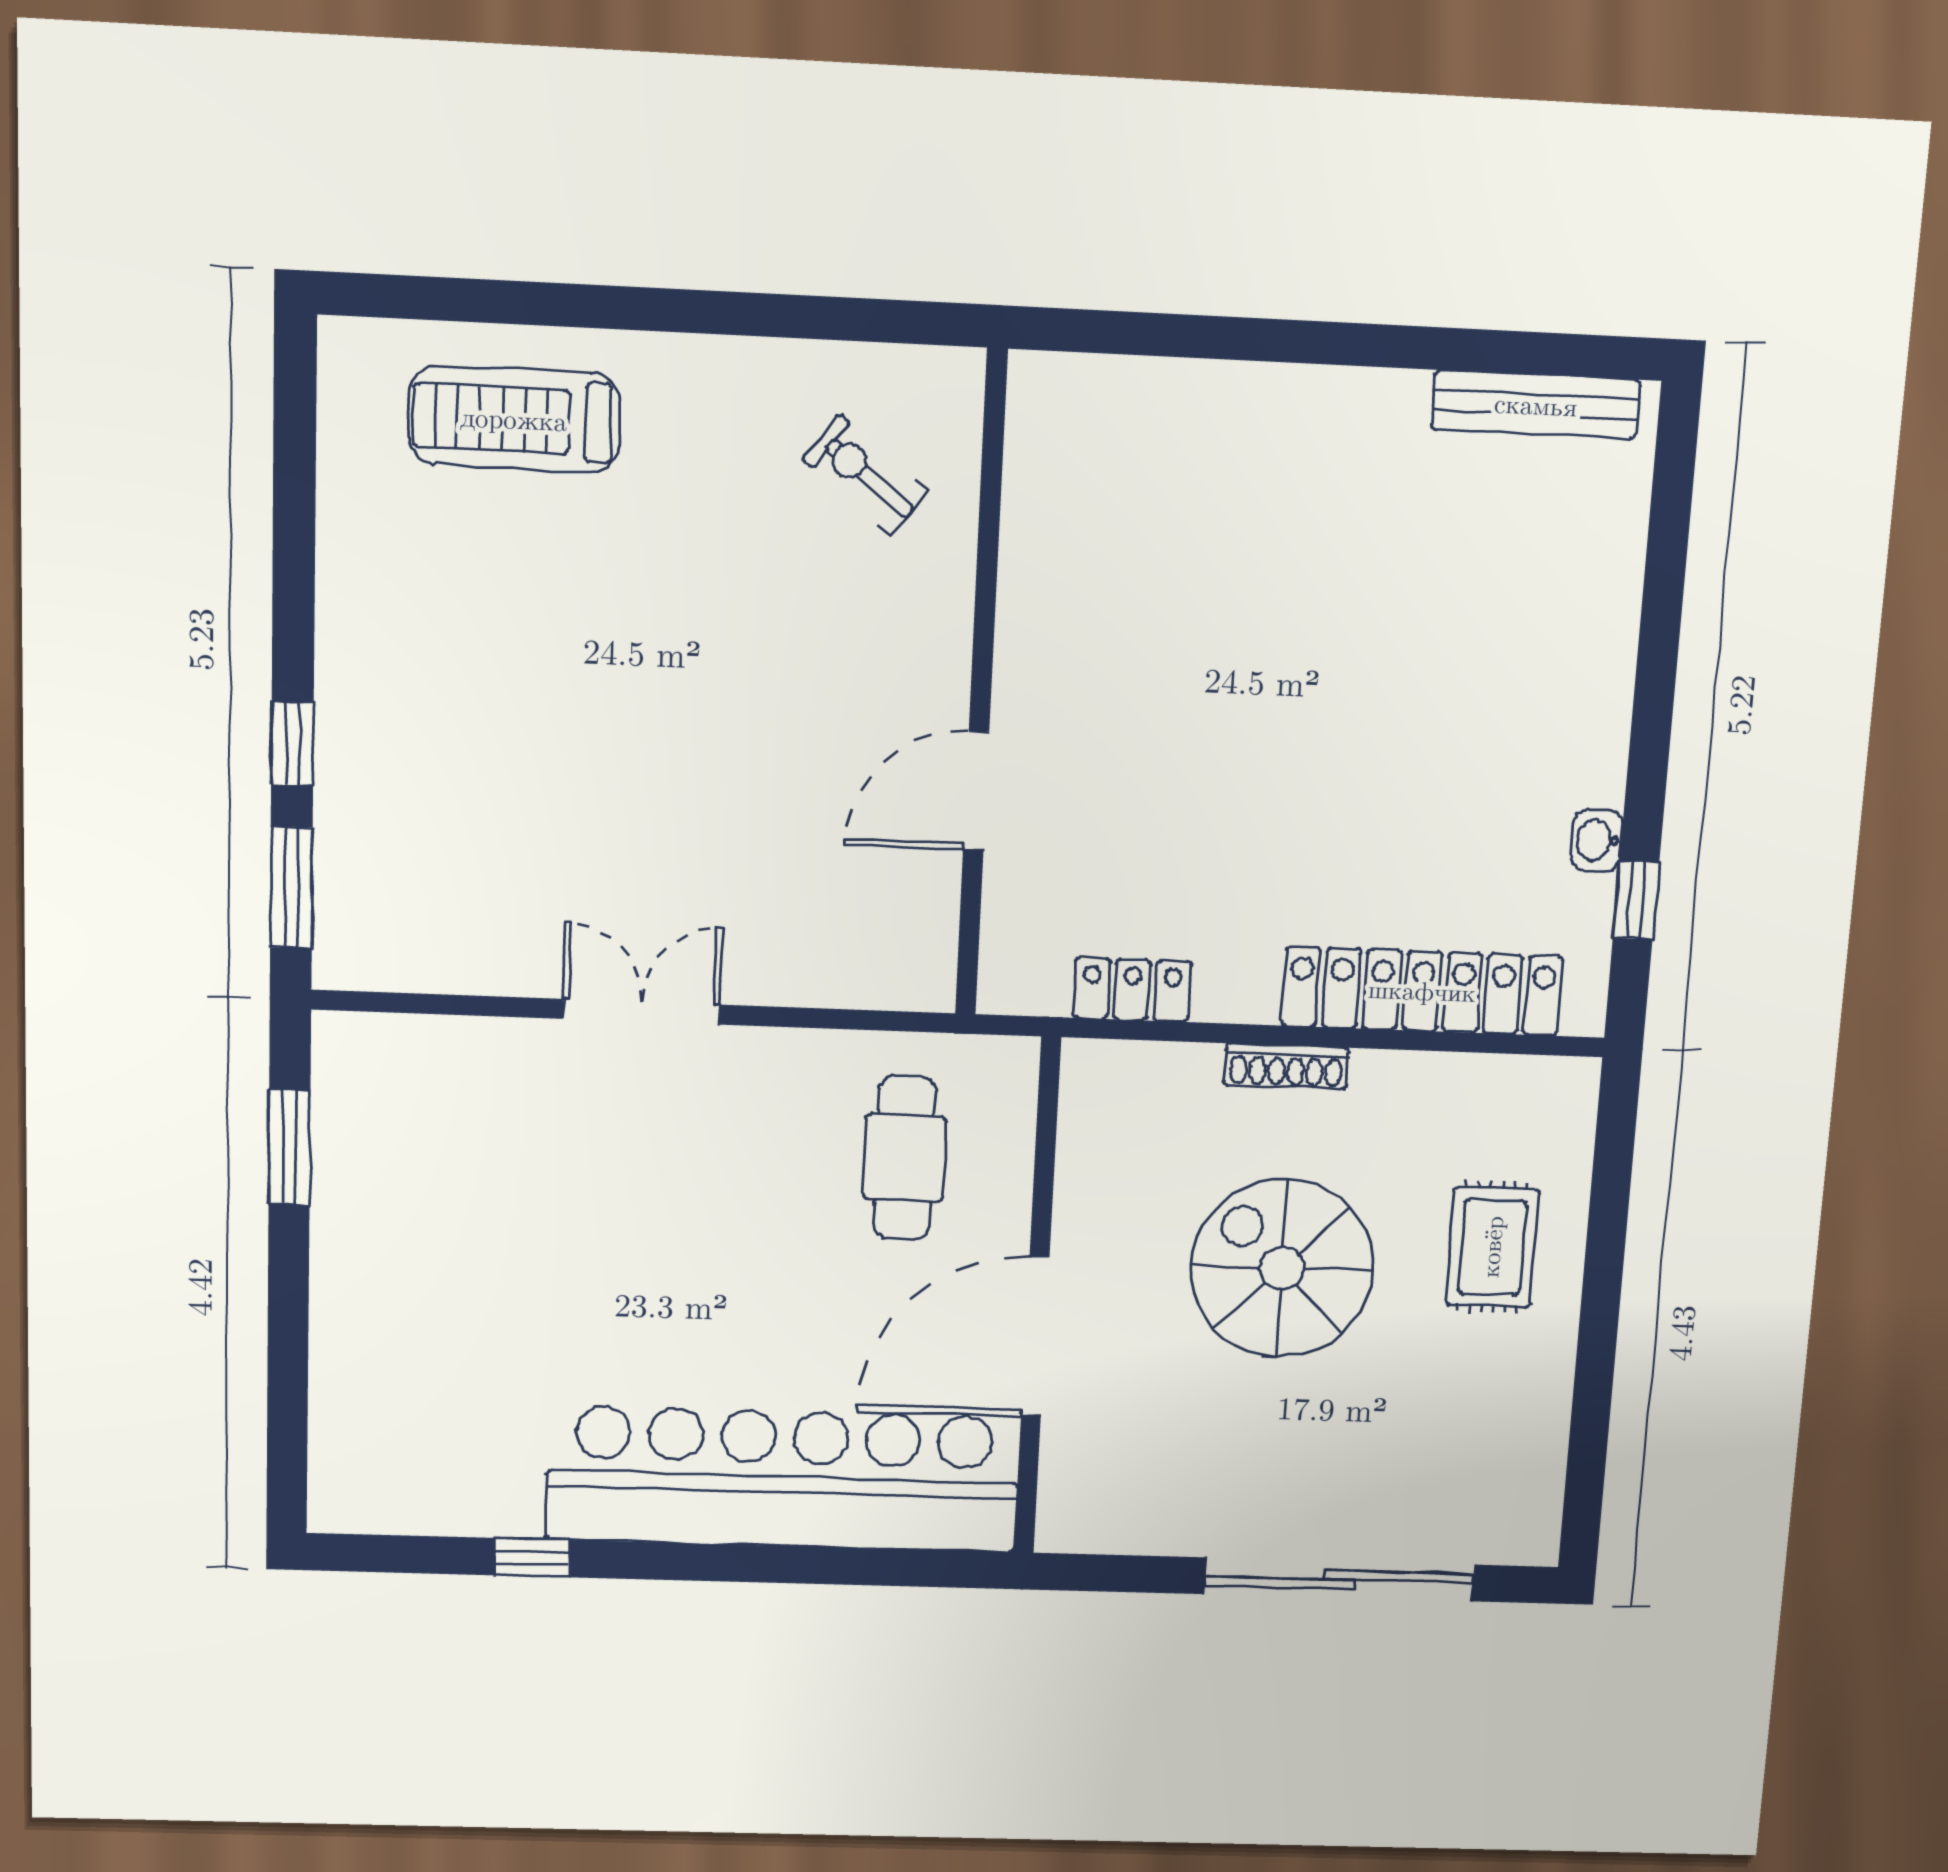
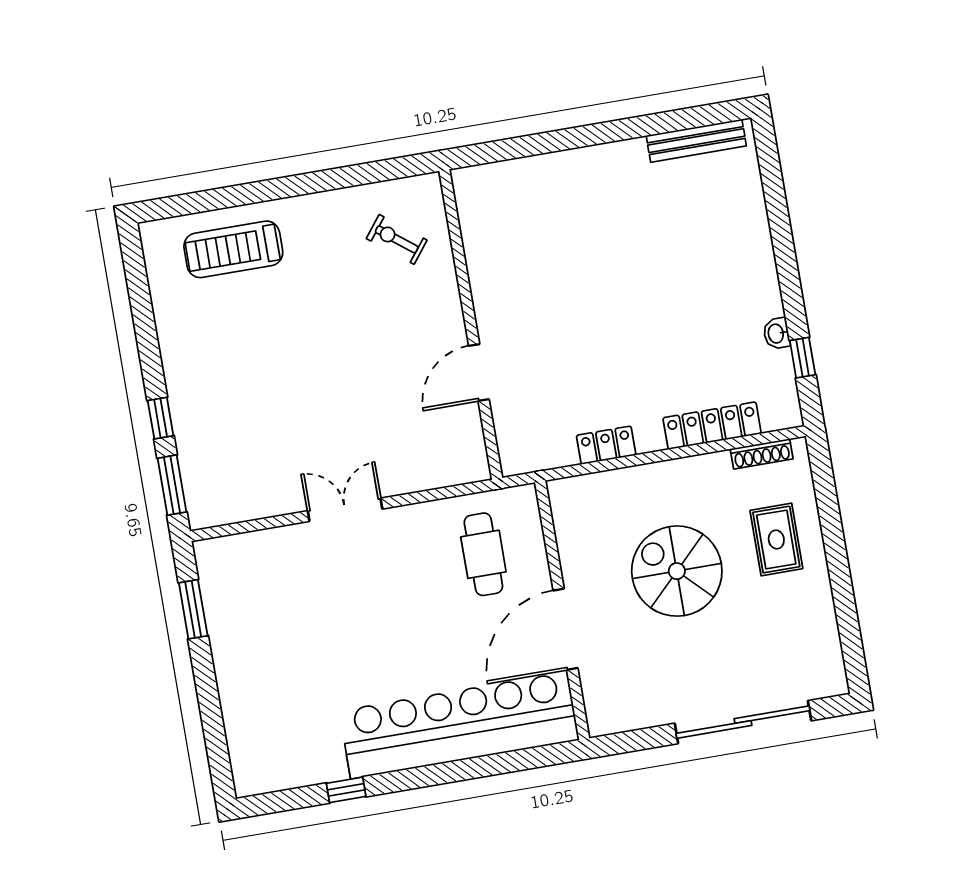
locker: (1132, 990) -> (606, 445), moved
locker: (1422, 991) -> (712, 426), width x0.71, depth x0.83
shoe rack: (1286, 1066) -> (762, 454), moved

